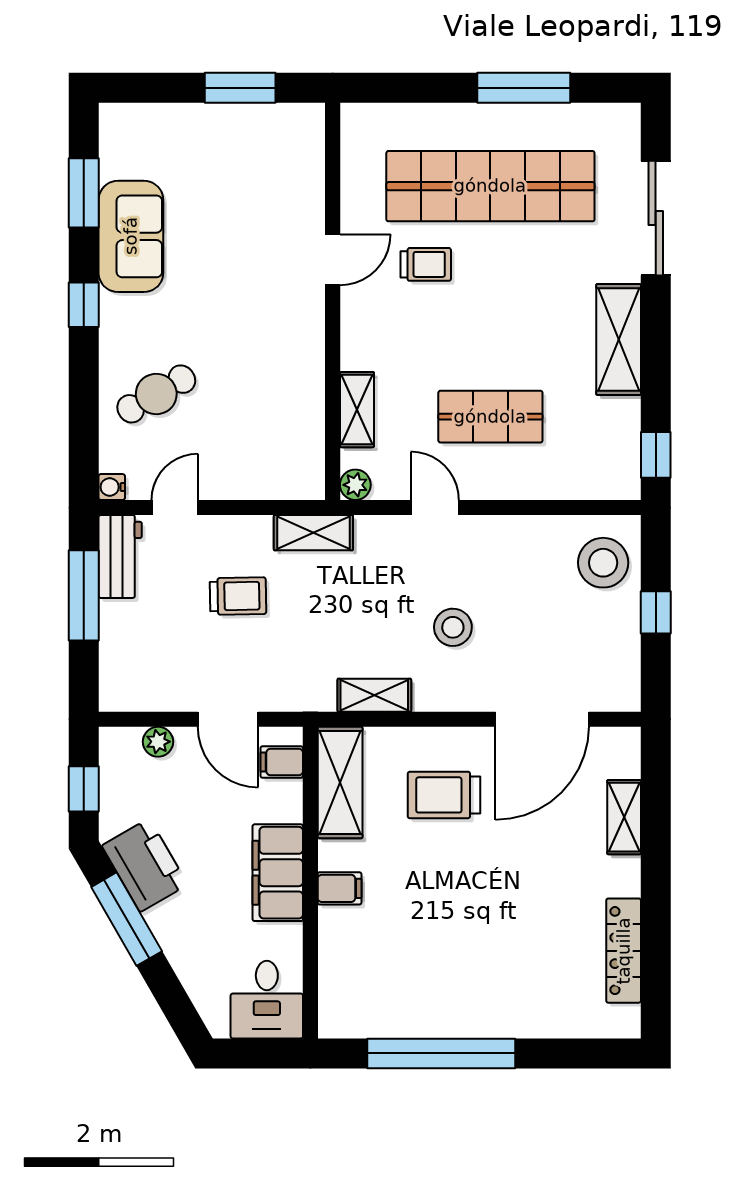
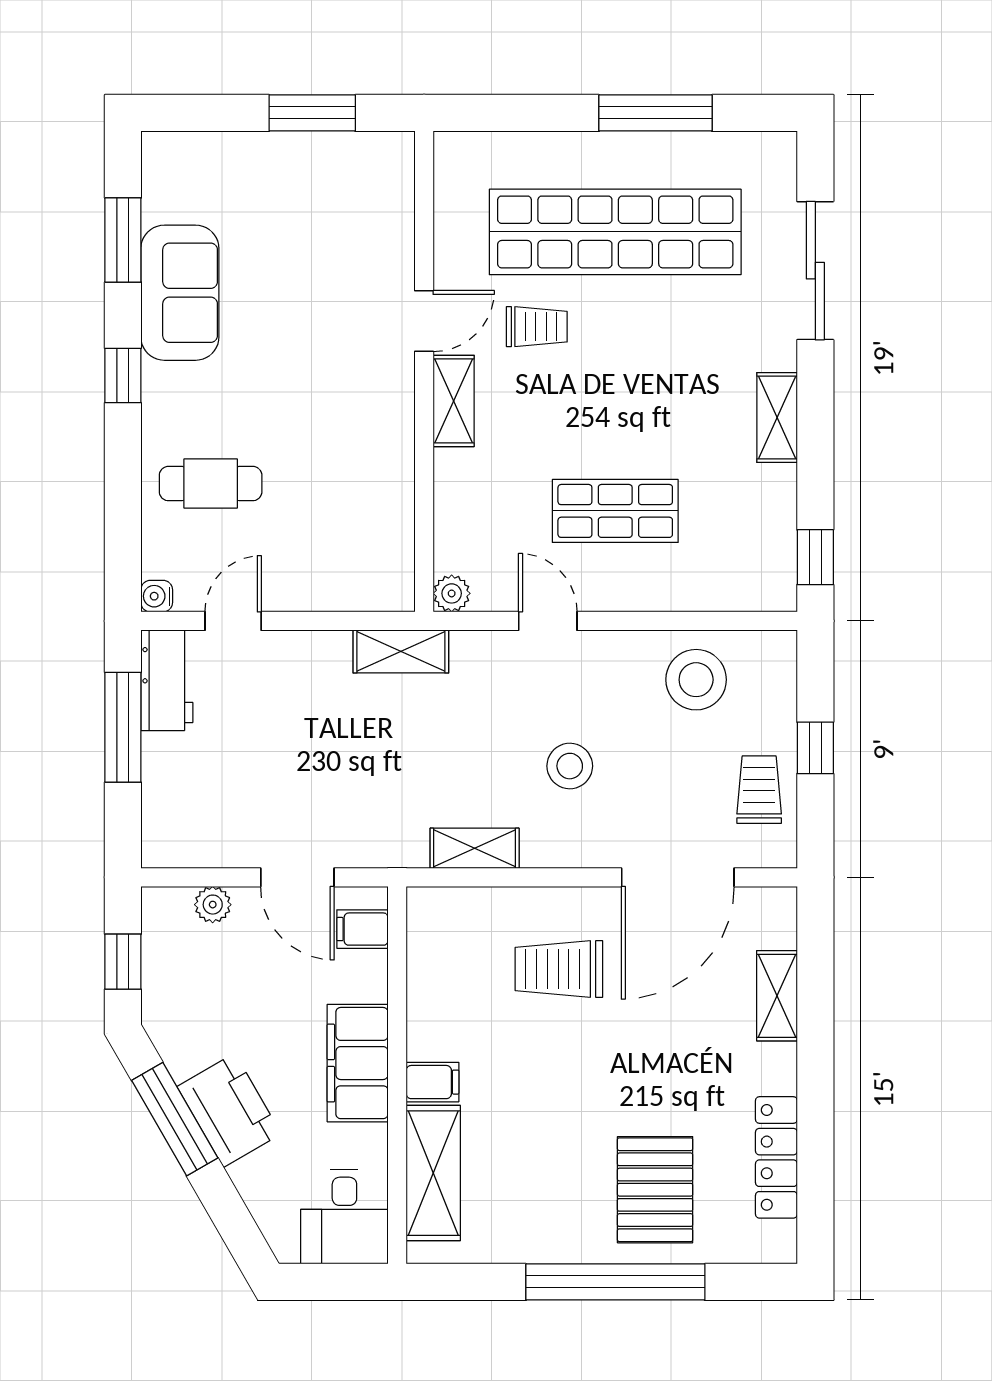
shelving: (619, 339) -> (777, 418), width x0.67, depth x0.75
cafe table: (156, 394) -> (211, 484), turned 30
shelving: (357, 410) -> (454, 401), moved
stool: (603, 563) -> (696, 680), moved
trolley: (238, 596) -> (759, 790), moved, turned -89
shelving: (340, 783) -> (433, 1173), moved
printer: (145, 865) -> (229, 1110), moved
pallet: (523, 977) -> (655, 1190), added
window: (441, 1053) -> (615, 1282), moved

